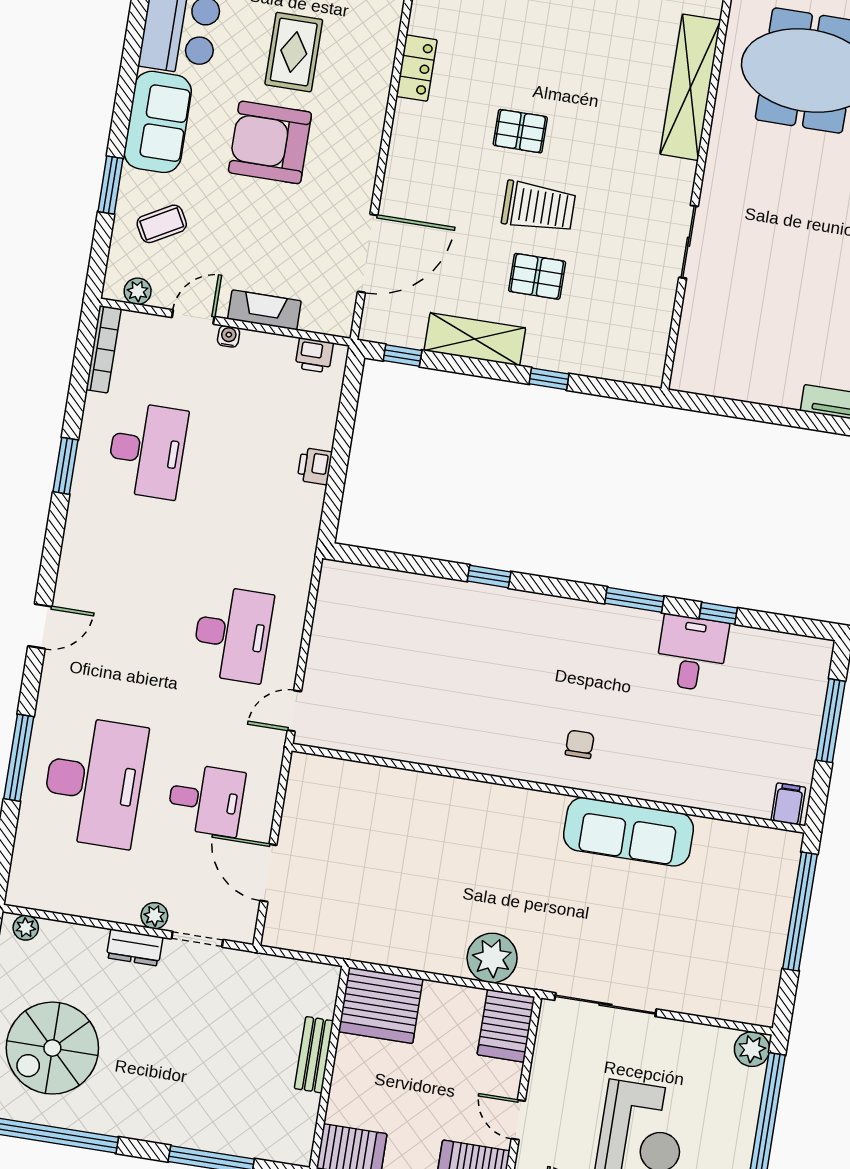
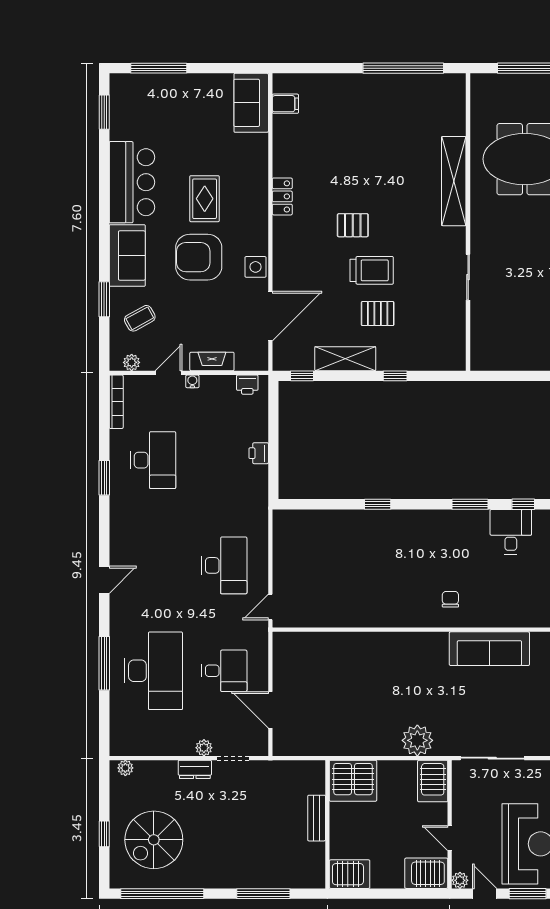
side table: (357, 172) -> (255, 267), added

